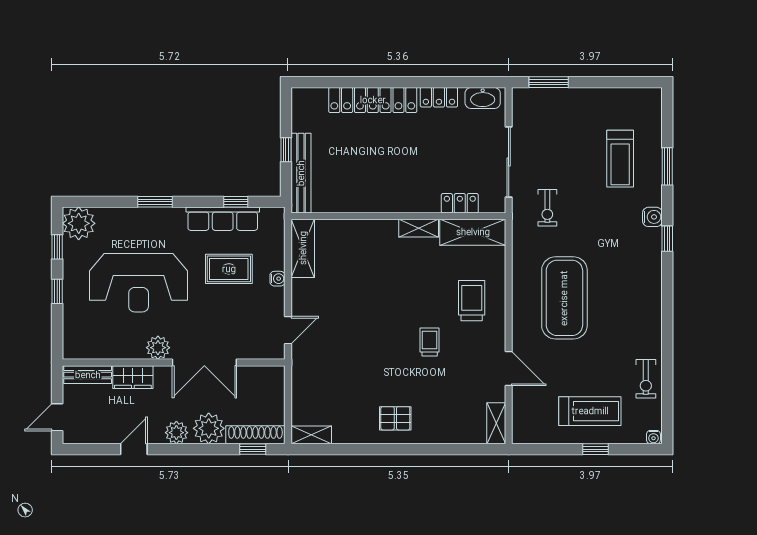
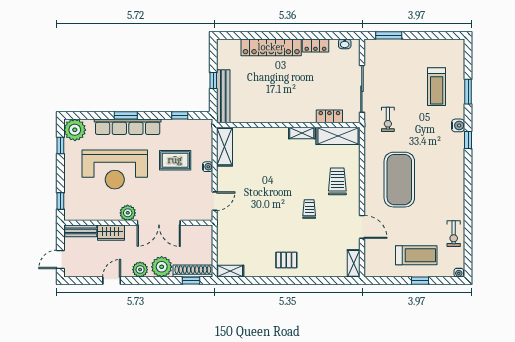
washbasin: (483, 98) -> (345, 44), width x0.52, depth x0.69
row of seats: (223, 219) -> (128, 127), moved, width x1.36
window: (57, 291) -> (60, 201), moved

